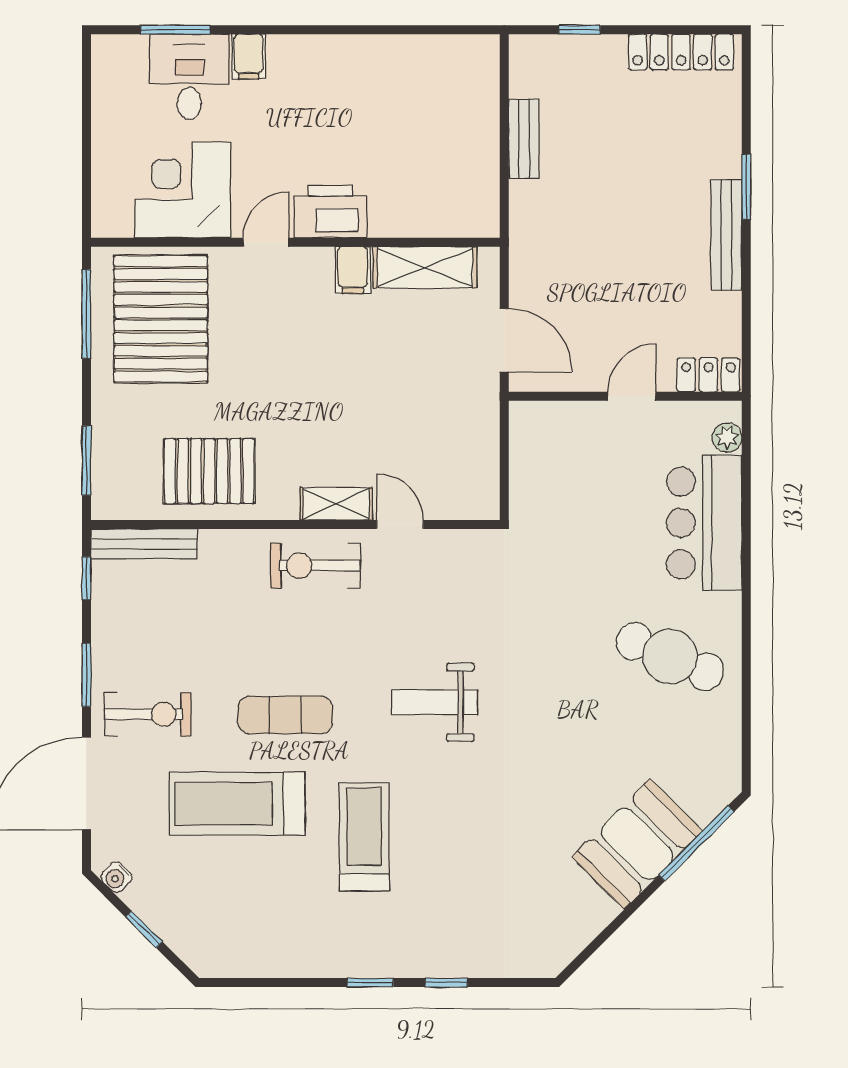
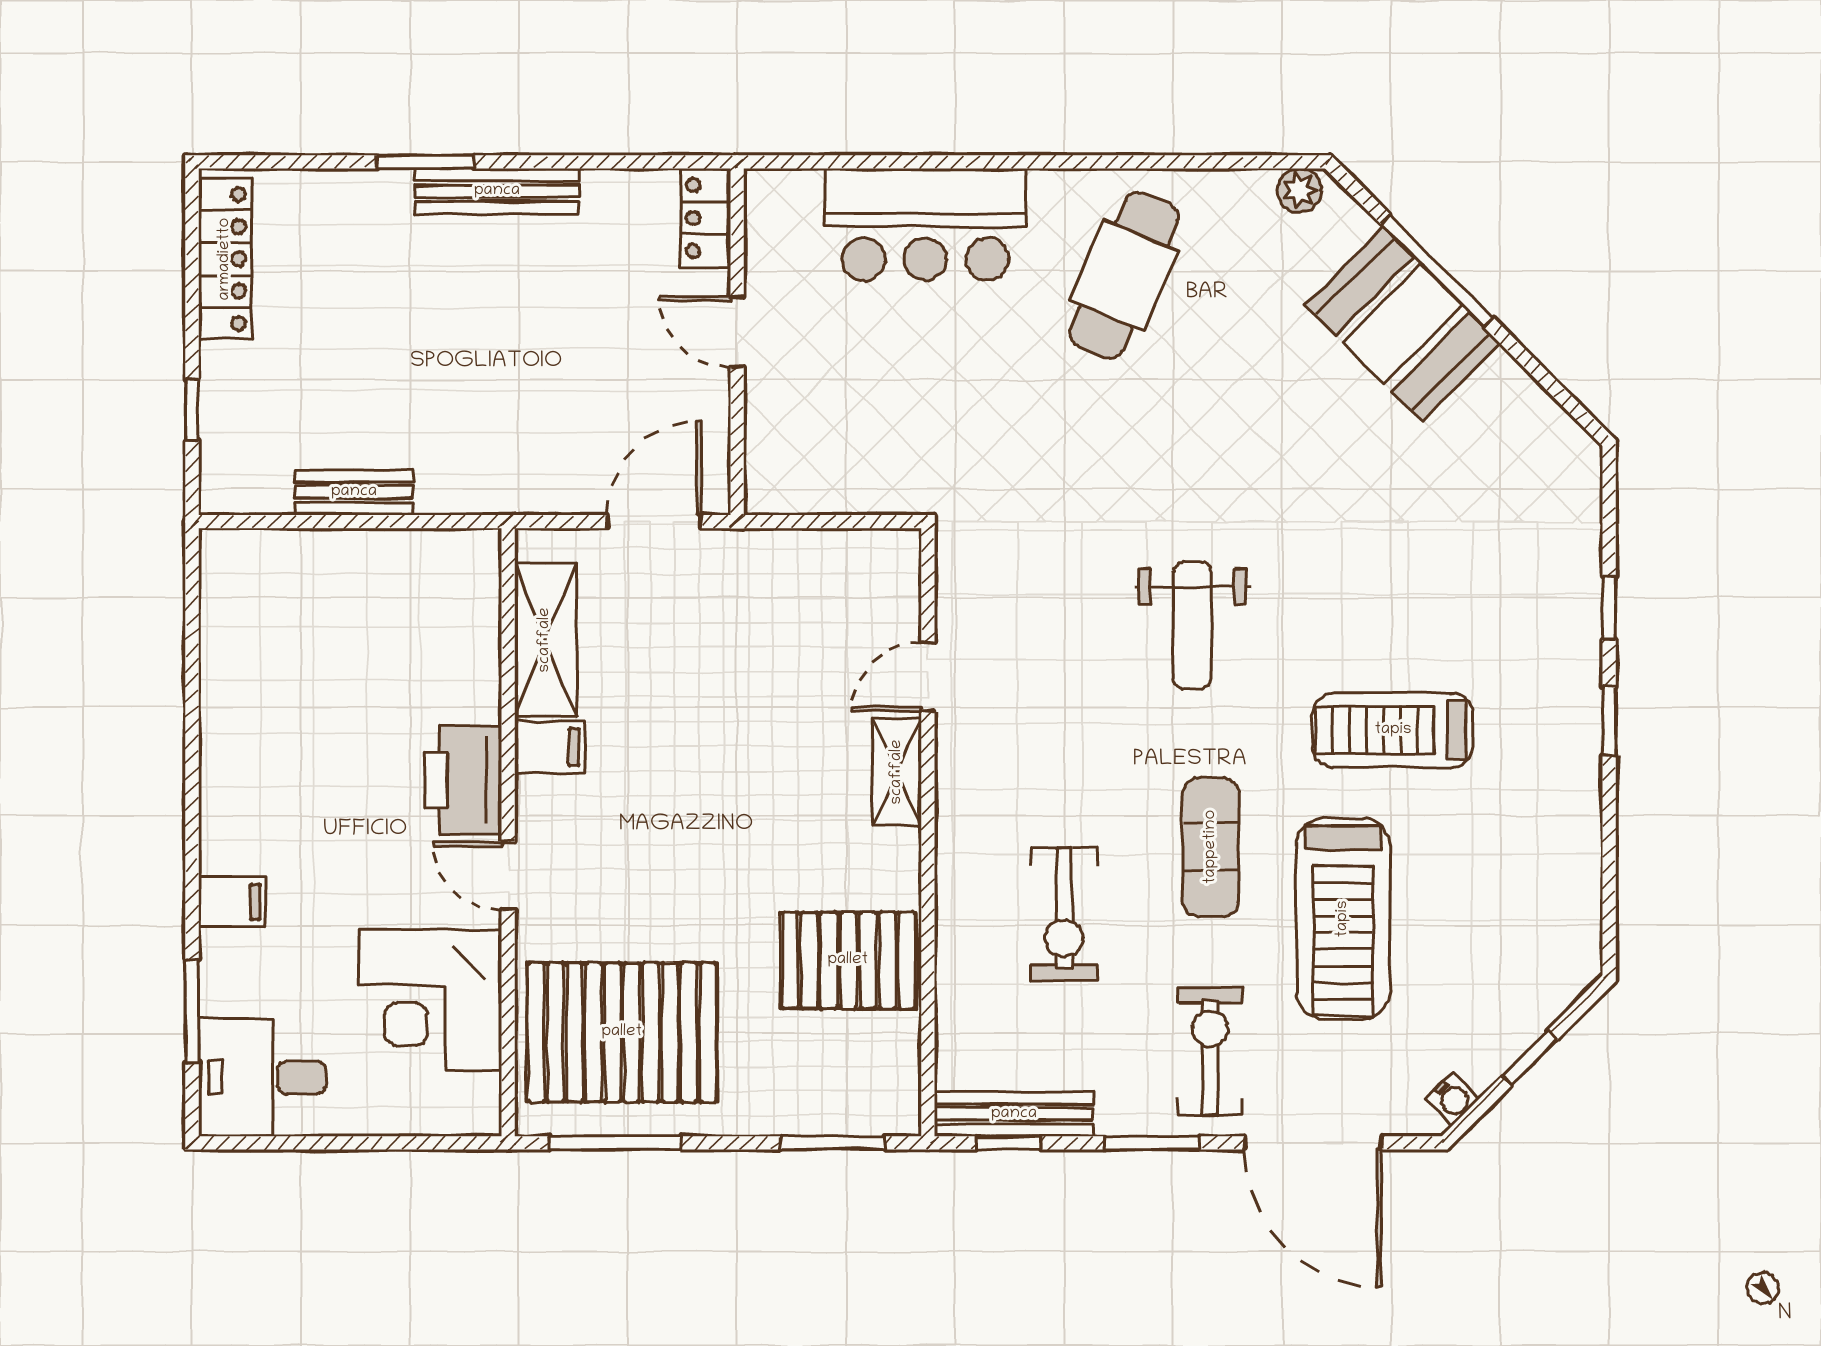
desk: (189, 77) -> (262, 1077), moved
plant: (727, 438) -> (1300, 190), moved
pallet: (209, 471) -> (848, 960), turned 90
bench: (144, 544) -> (1014, 1114), moved, turned 90
exercise bike: (315, 566) -> (1064, 914), moved
window: (696, 843) -> (1437, 271), moved

